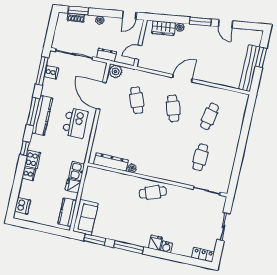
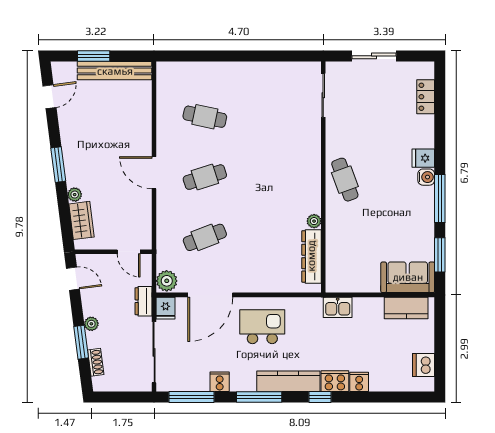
window: (78, 11) -> (81, 342), moved
door: (225, 24) -> (49, 97), moved
cooker: (51, 72) -> (220, 382), moved
kitchen counter: (42, 115) -> (288, 381), moved
cafe table: (200, 157) -> (272, 117), removed
fridge: (73, 186) -> (166, 308), moved
dishwasher: (23, 206) -> (424, 365), moved, turned -90
water cooler: (166, 247) -> (426, 177), moved
locker: (203, 255) -> (426, 97), moved

